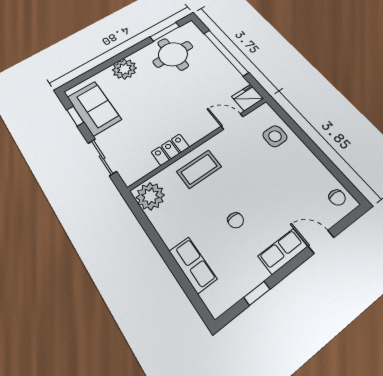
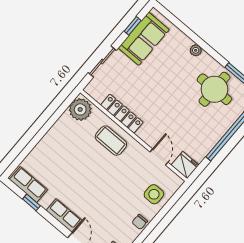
plant: (124, 69) -> (196, 50), width x0.53, depth x0.53
locker: (170, 150) -> (122, 114), width x1.53
chair: (236, 220) -> (140, 222), moved
row of seats: (193, 265) -> (28, 185), moved, turned -90

